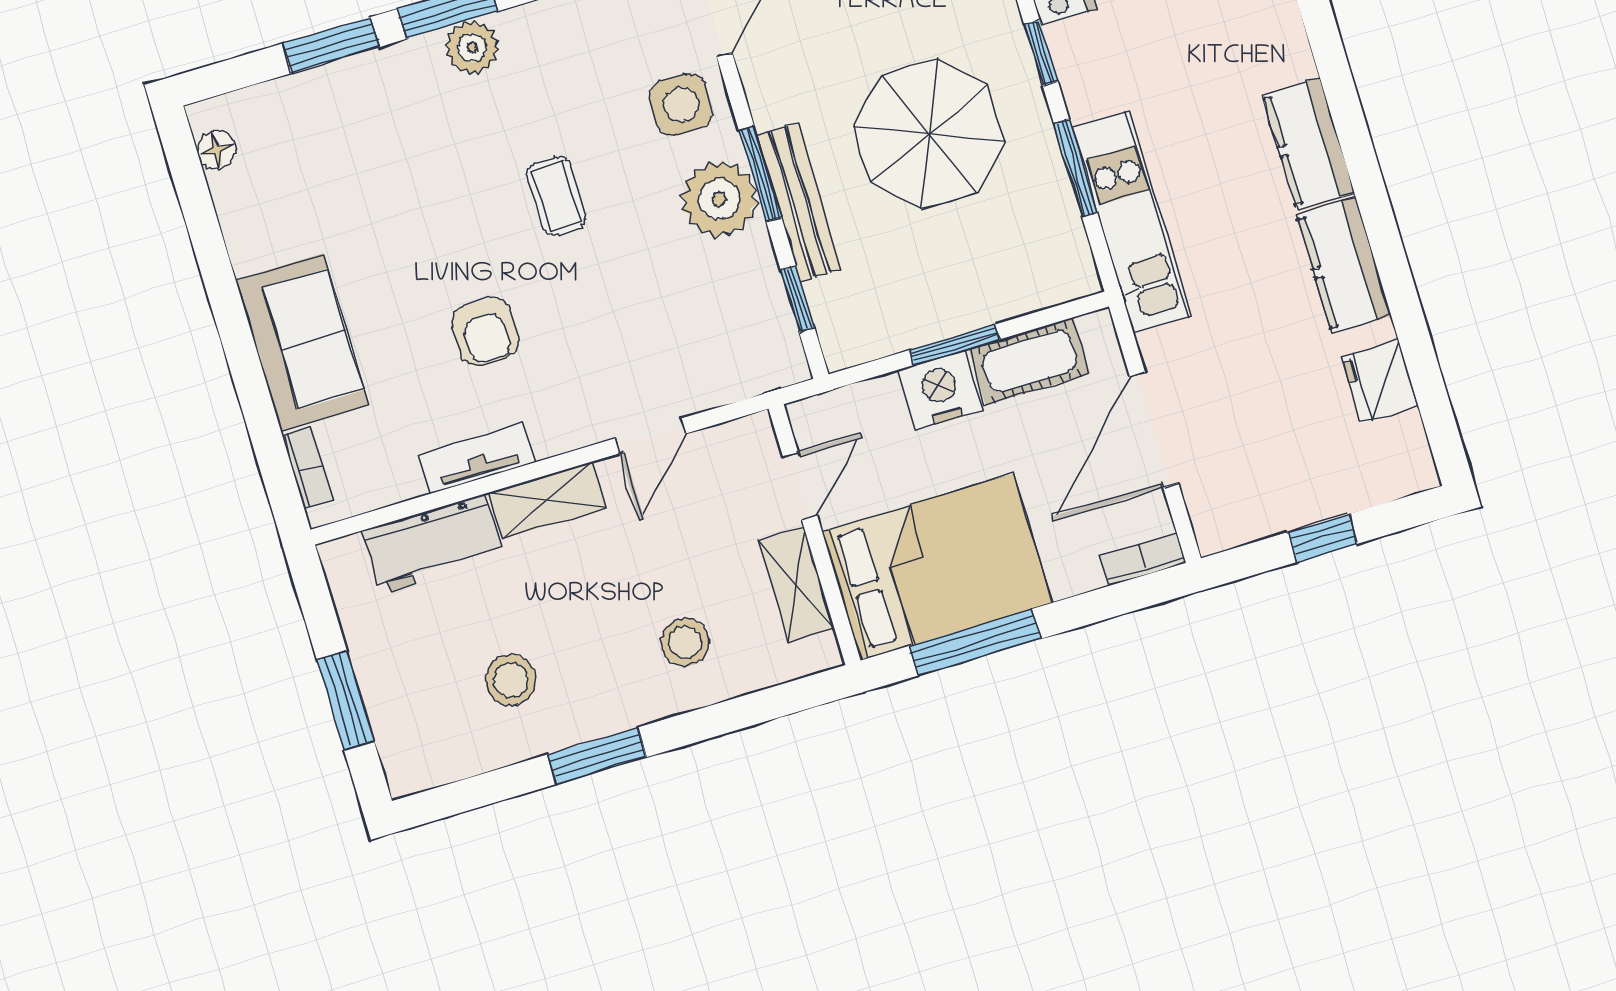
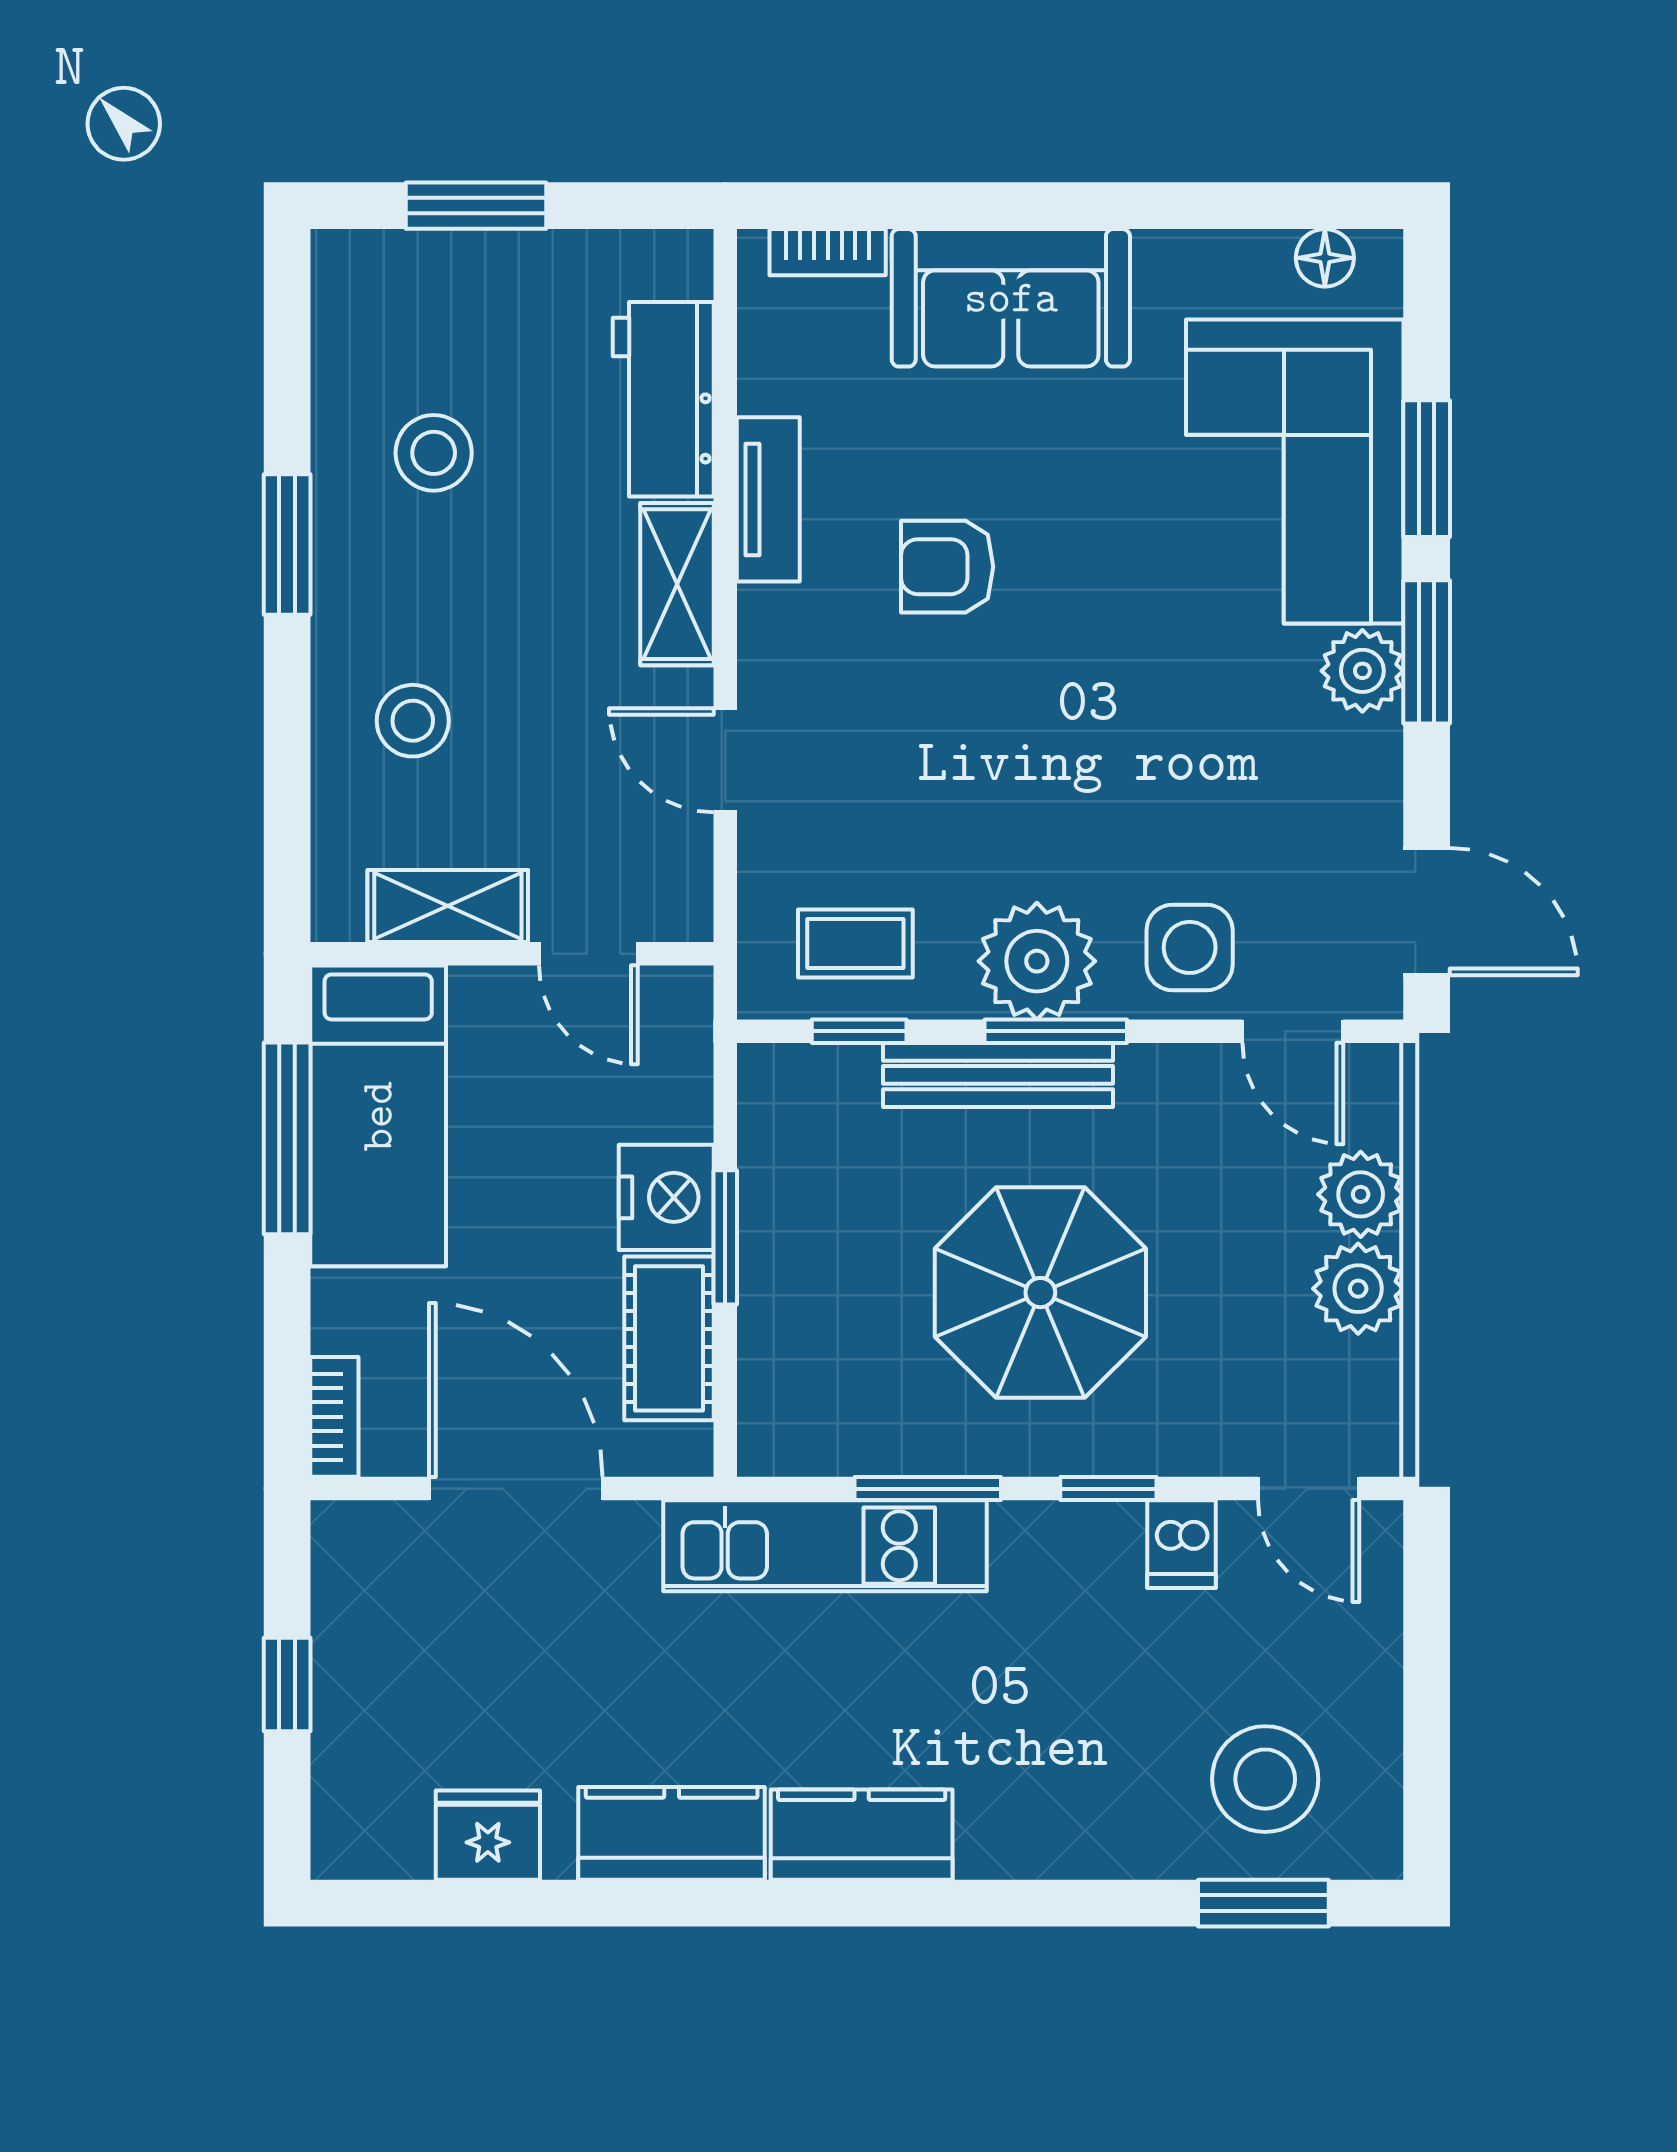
corner sofa: (358, 128) -> (1295, 471), added
coffee table: (556, 196) -> (855, 944), moved
bed: (937, 567) -> (378, 1116), width x0.67

